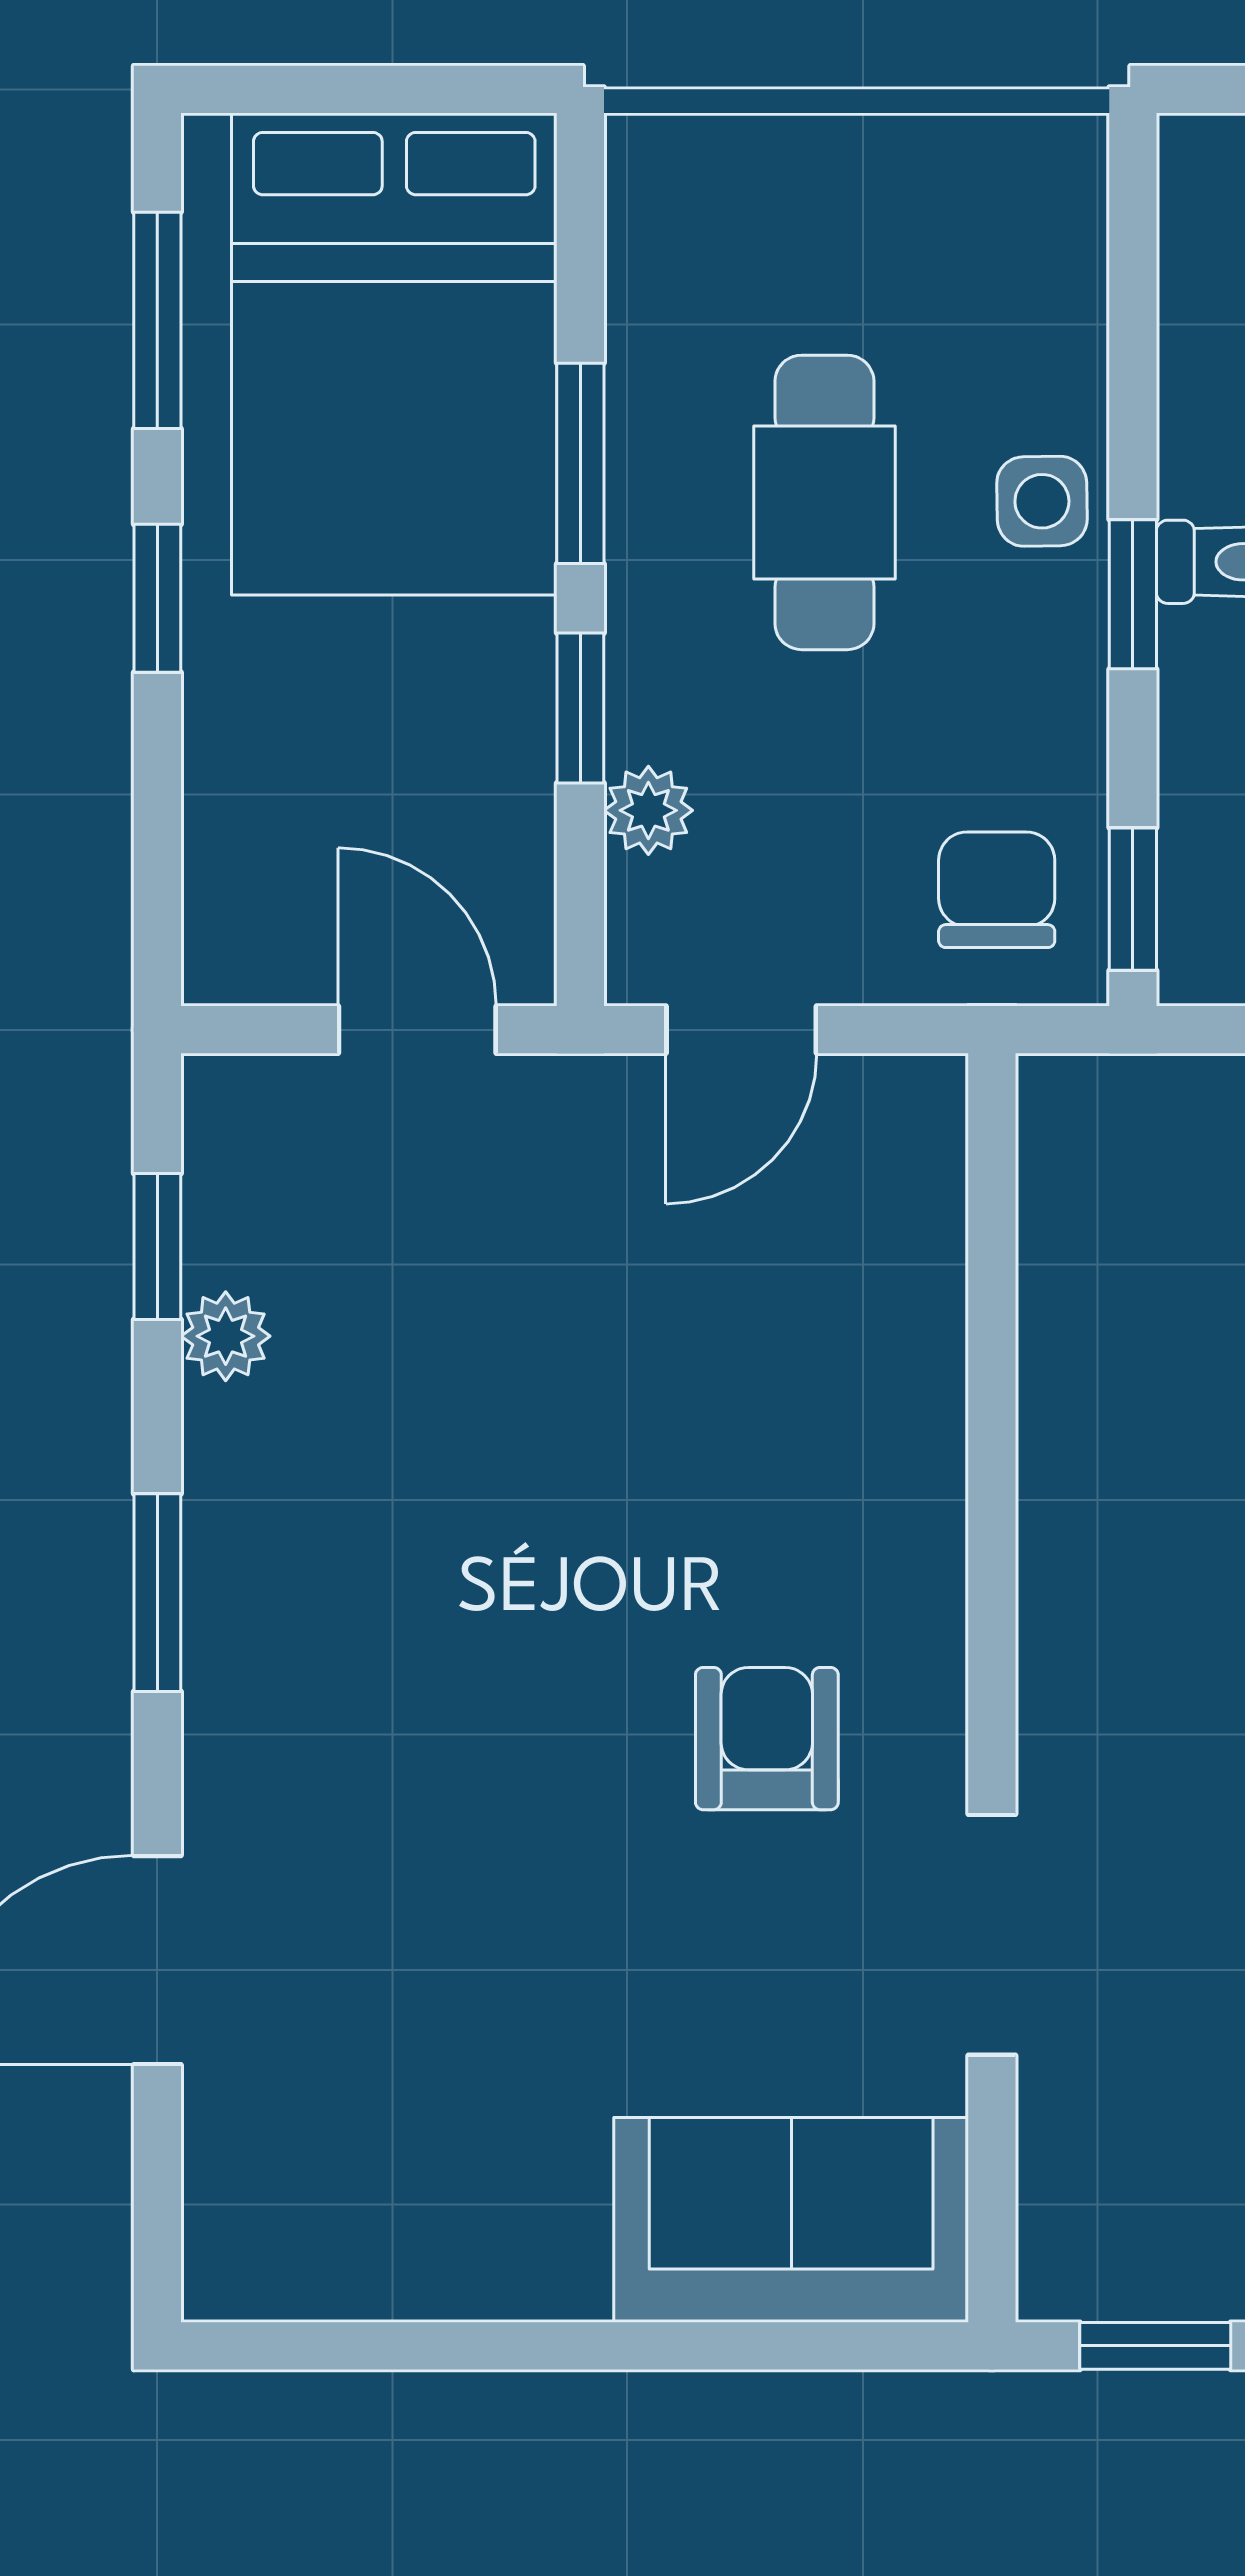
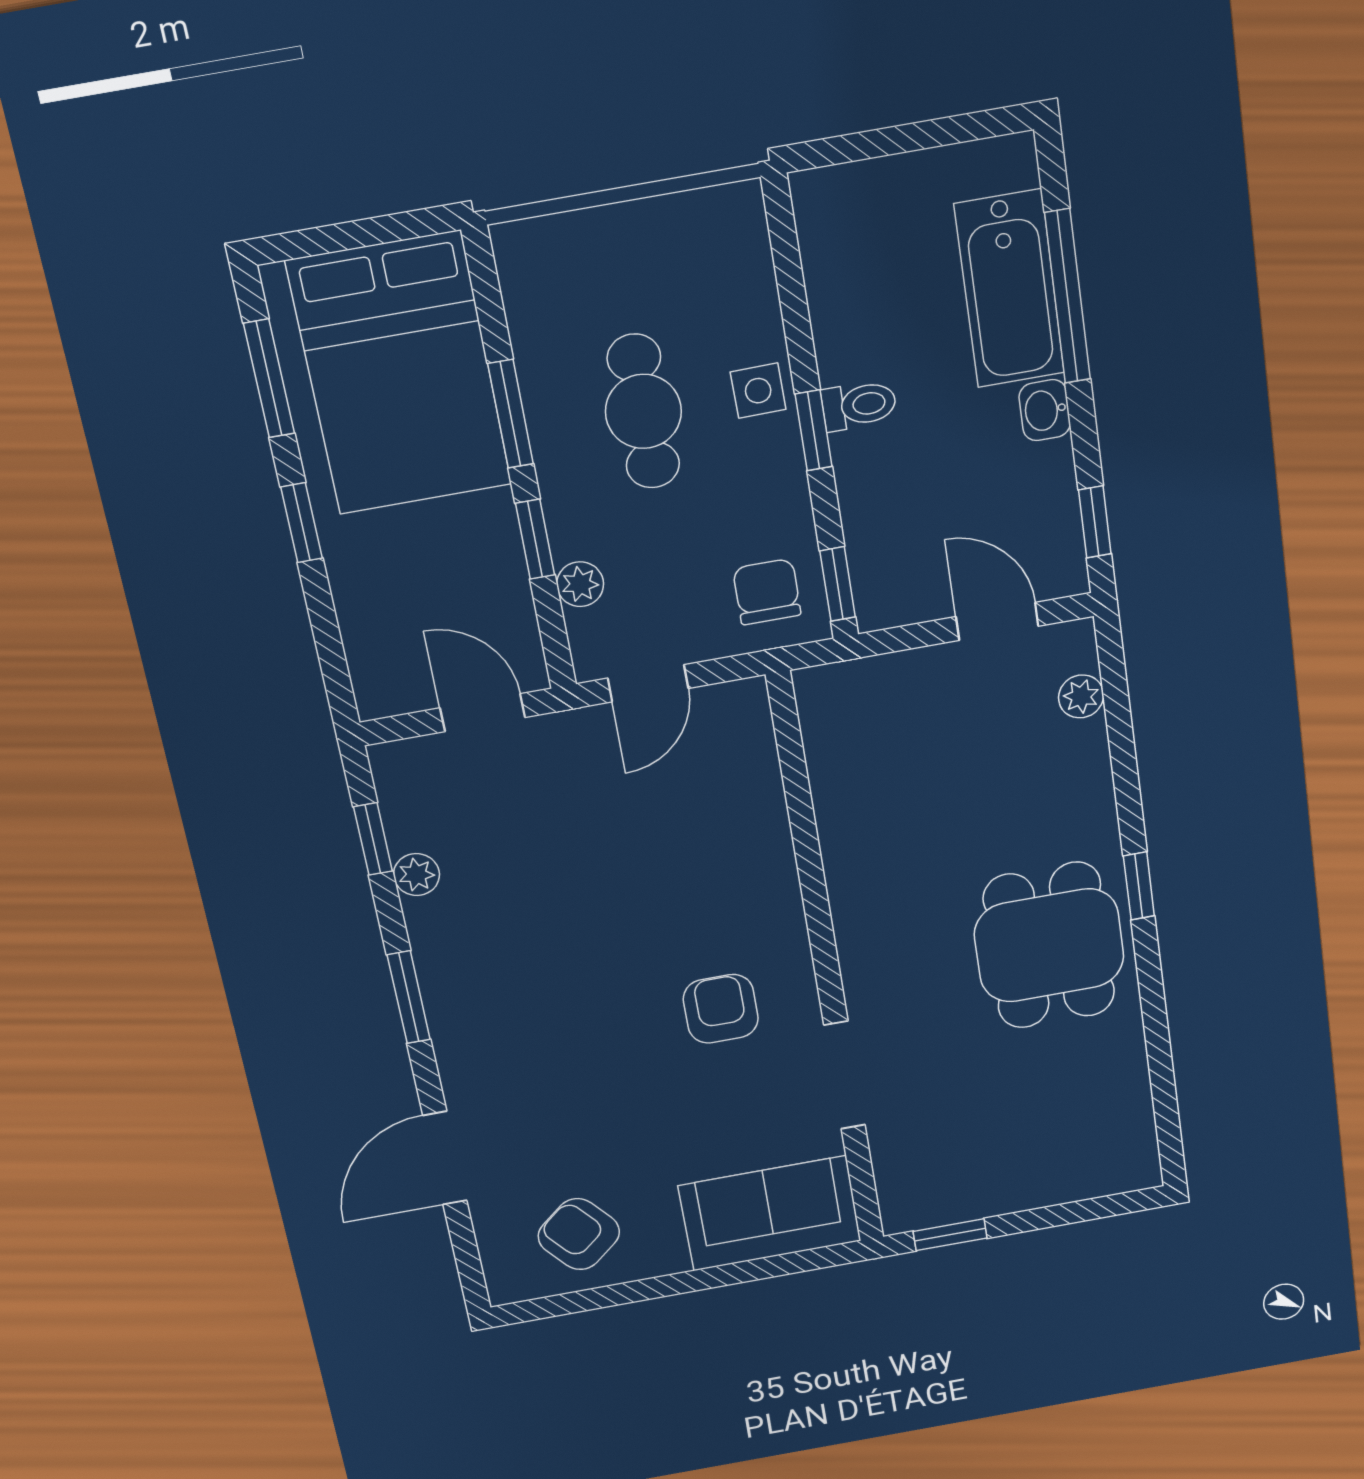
armchair: (393, 2188) -> (579, 1234), added

